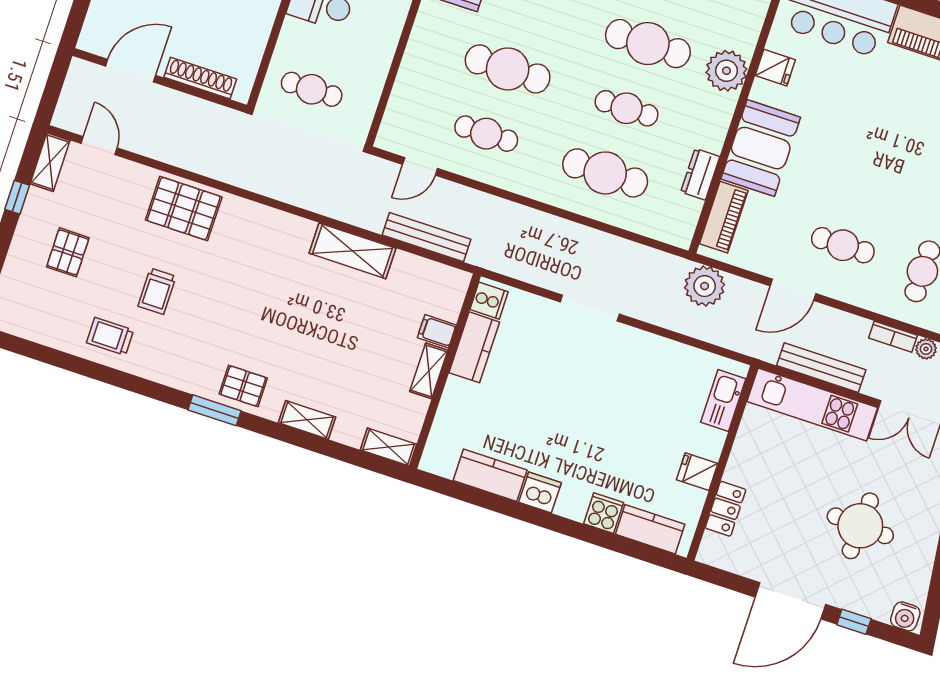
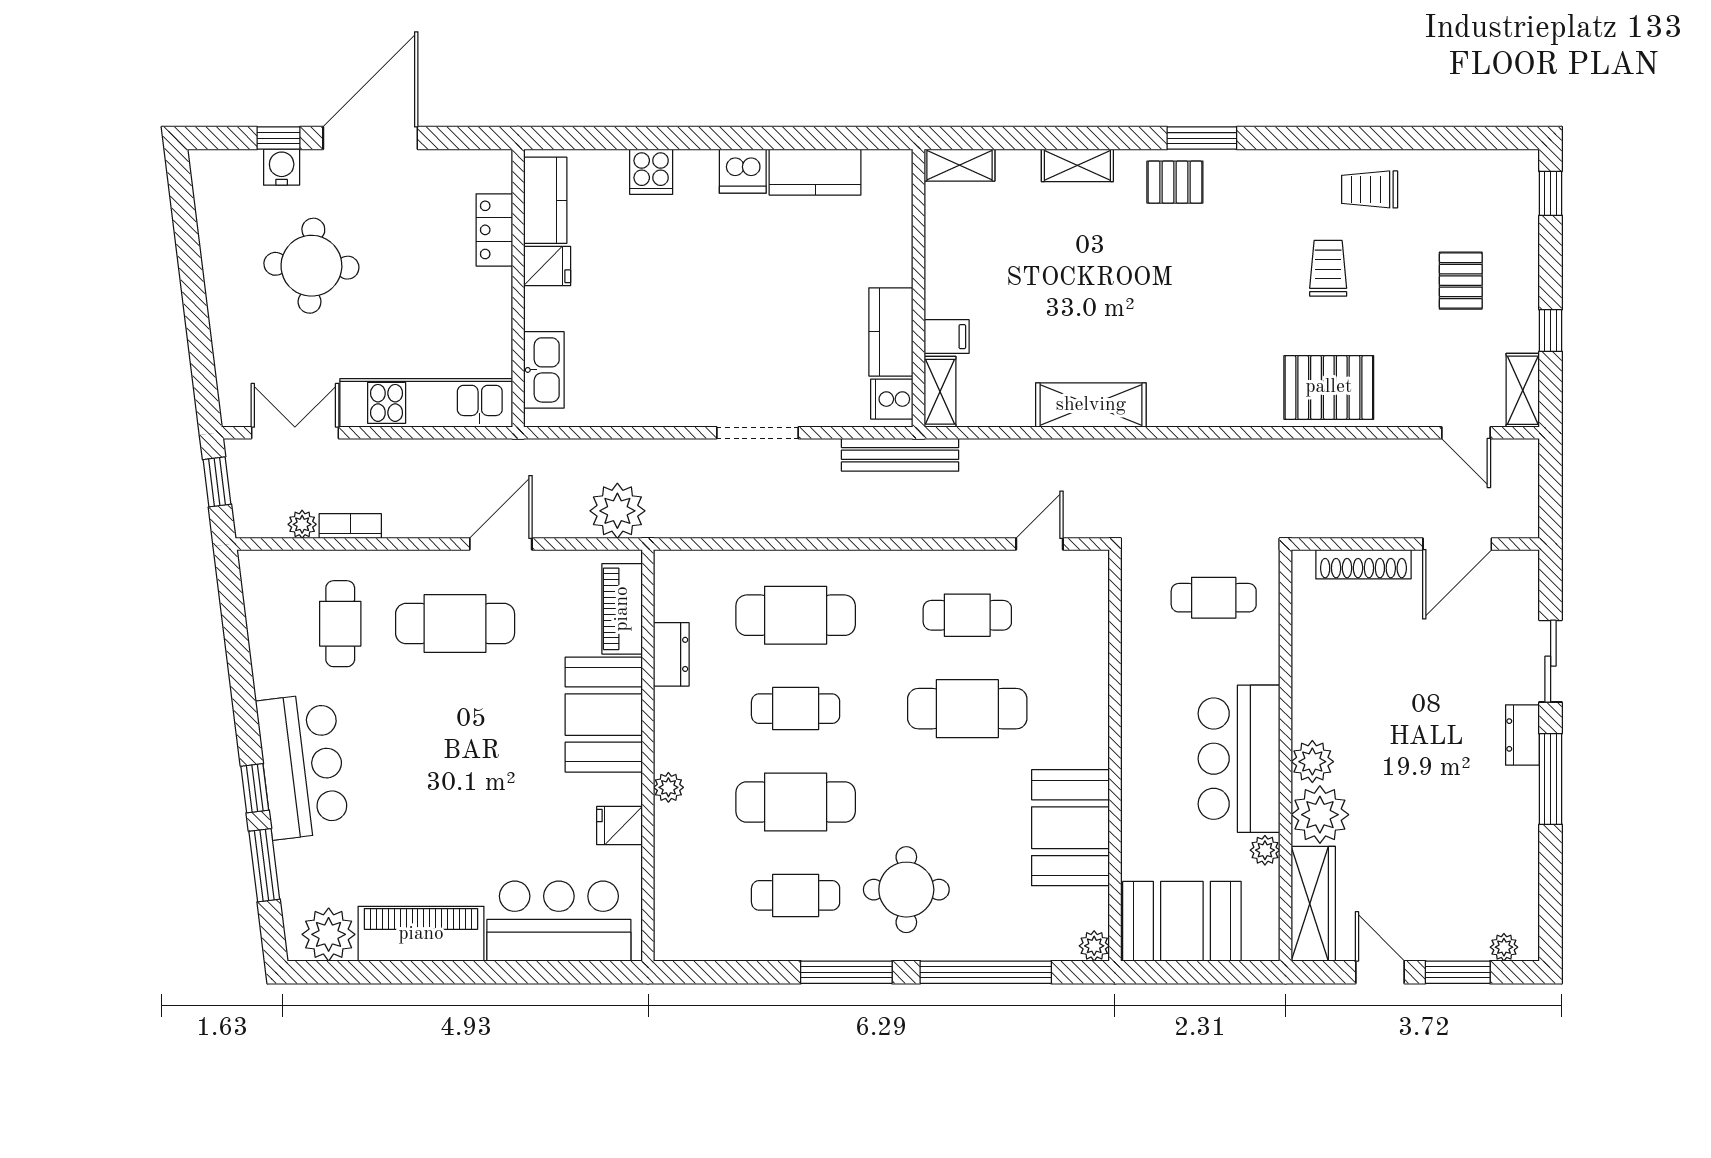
plant: (726, 71) -> (668, 787), width x0.53, depth x0.53
bench: (427, 237) -> (900, 455), moved
cafe table: (843, 245) -> (455, 624), width x1.37, depth x1.35
trolley: (110, 336) -> (1370, 189), turned 180
bench: (821, 368) -> (430, 455), removed
shelving: (429, 371) -> (940, 392), moved
kitchen counter: (650, 529) -> (545, 200), moved, turned -90
water cooler: (905, 616) -> (282, 167), moved

